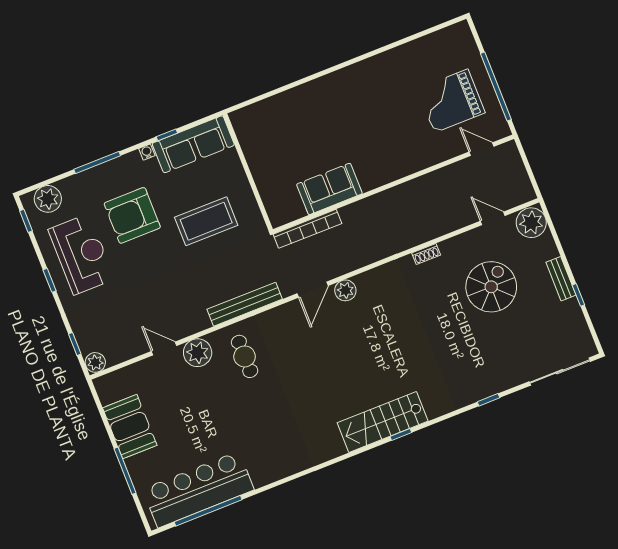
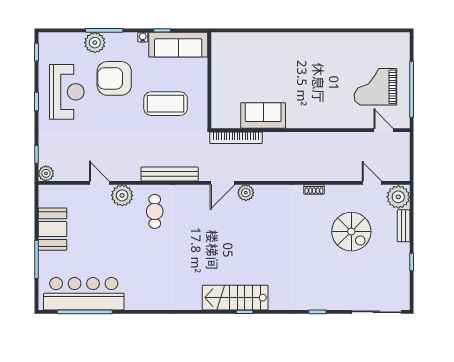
plant: (48, 199) -> (95, 43), moved
bench: (561, 279) -> (404, 226), moved
spiral stairs: (491, 287) -> (351, 232), turned 90

